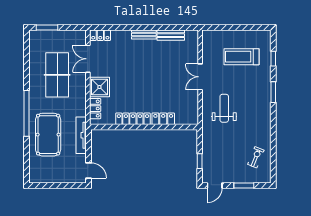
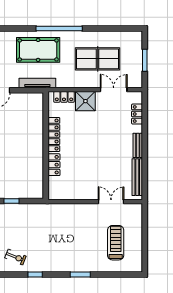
window: (47, 27) -> (145, 60), moved
locker: (100, 35) -> (137, 114), moved
bench: (171, 35) -> (137, 177), width x1.36
window: (273, 59) -> (35, 274), moved
double door: (200, 77) -> (111, 202), moved
weight bench: (224, 108) -> (64, 225), removed

